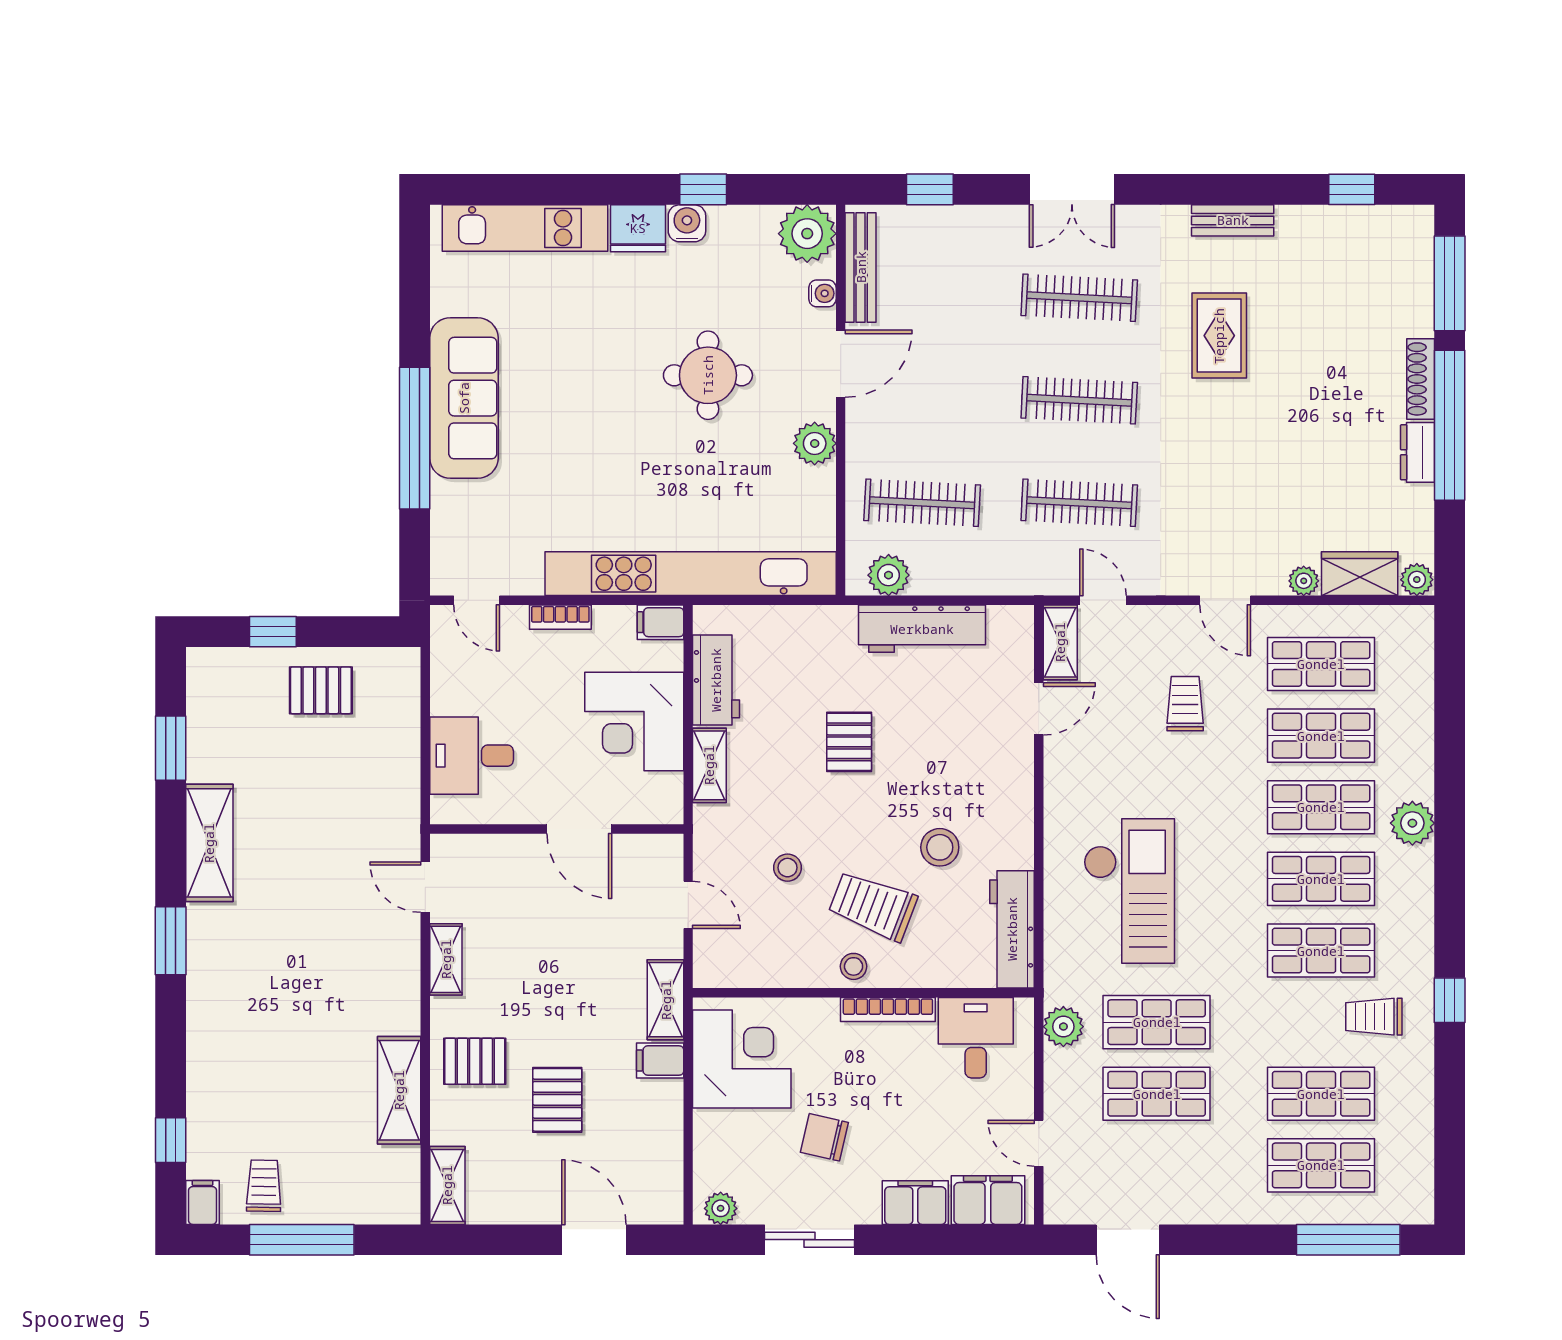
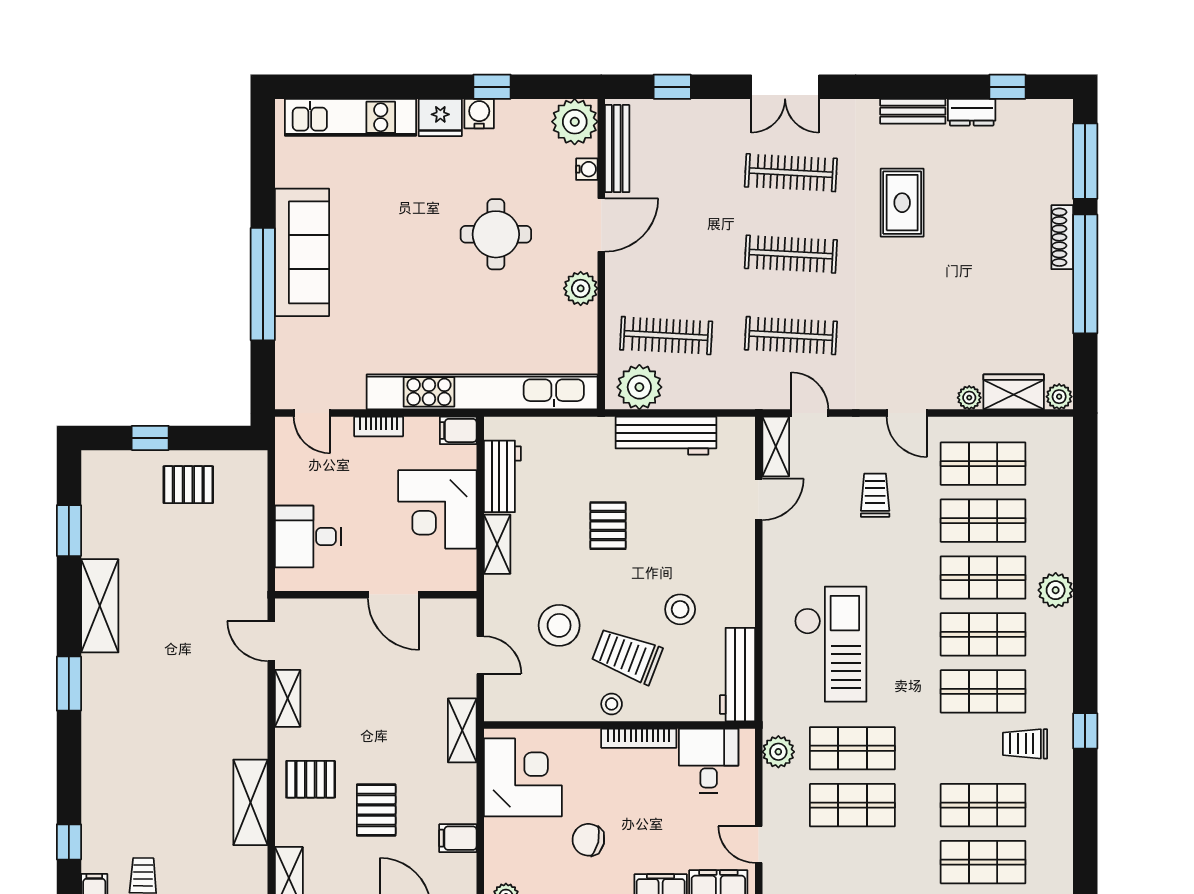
dresser: (1417, 452) -> (972, 112), moved, turned -90
plant: (889, 575) -> (639, 387), width x1.36, depth x1.36
stool: (787, 868) -> (559, 625), width x1.89, depth x1.89
filing cabinet: (660, 1060) -> (458, 838), moved

